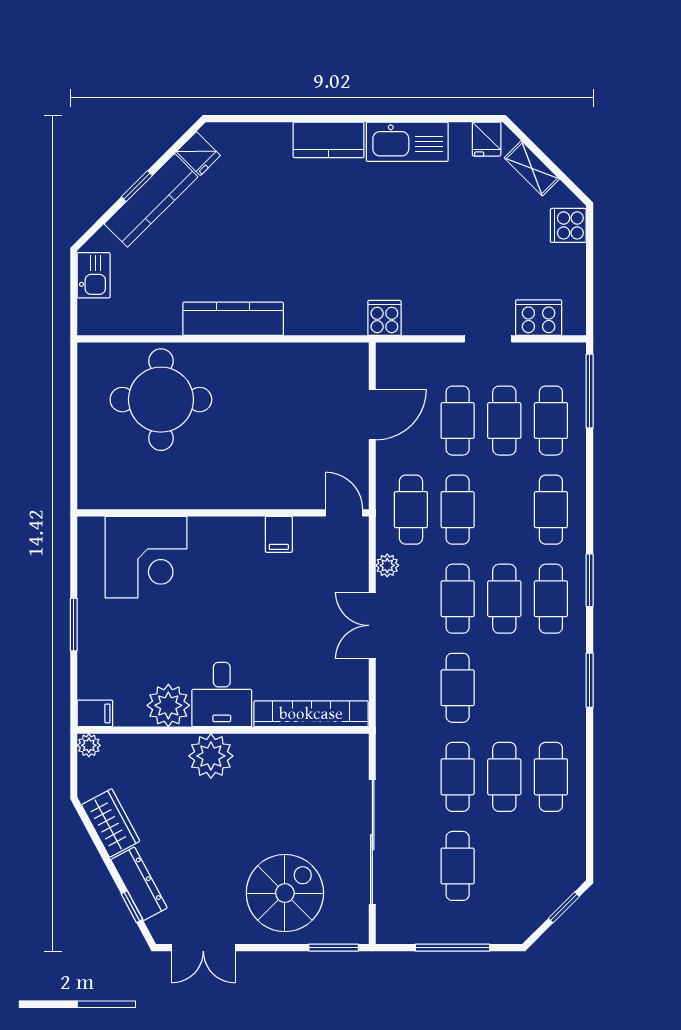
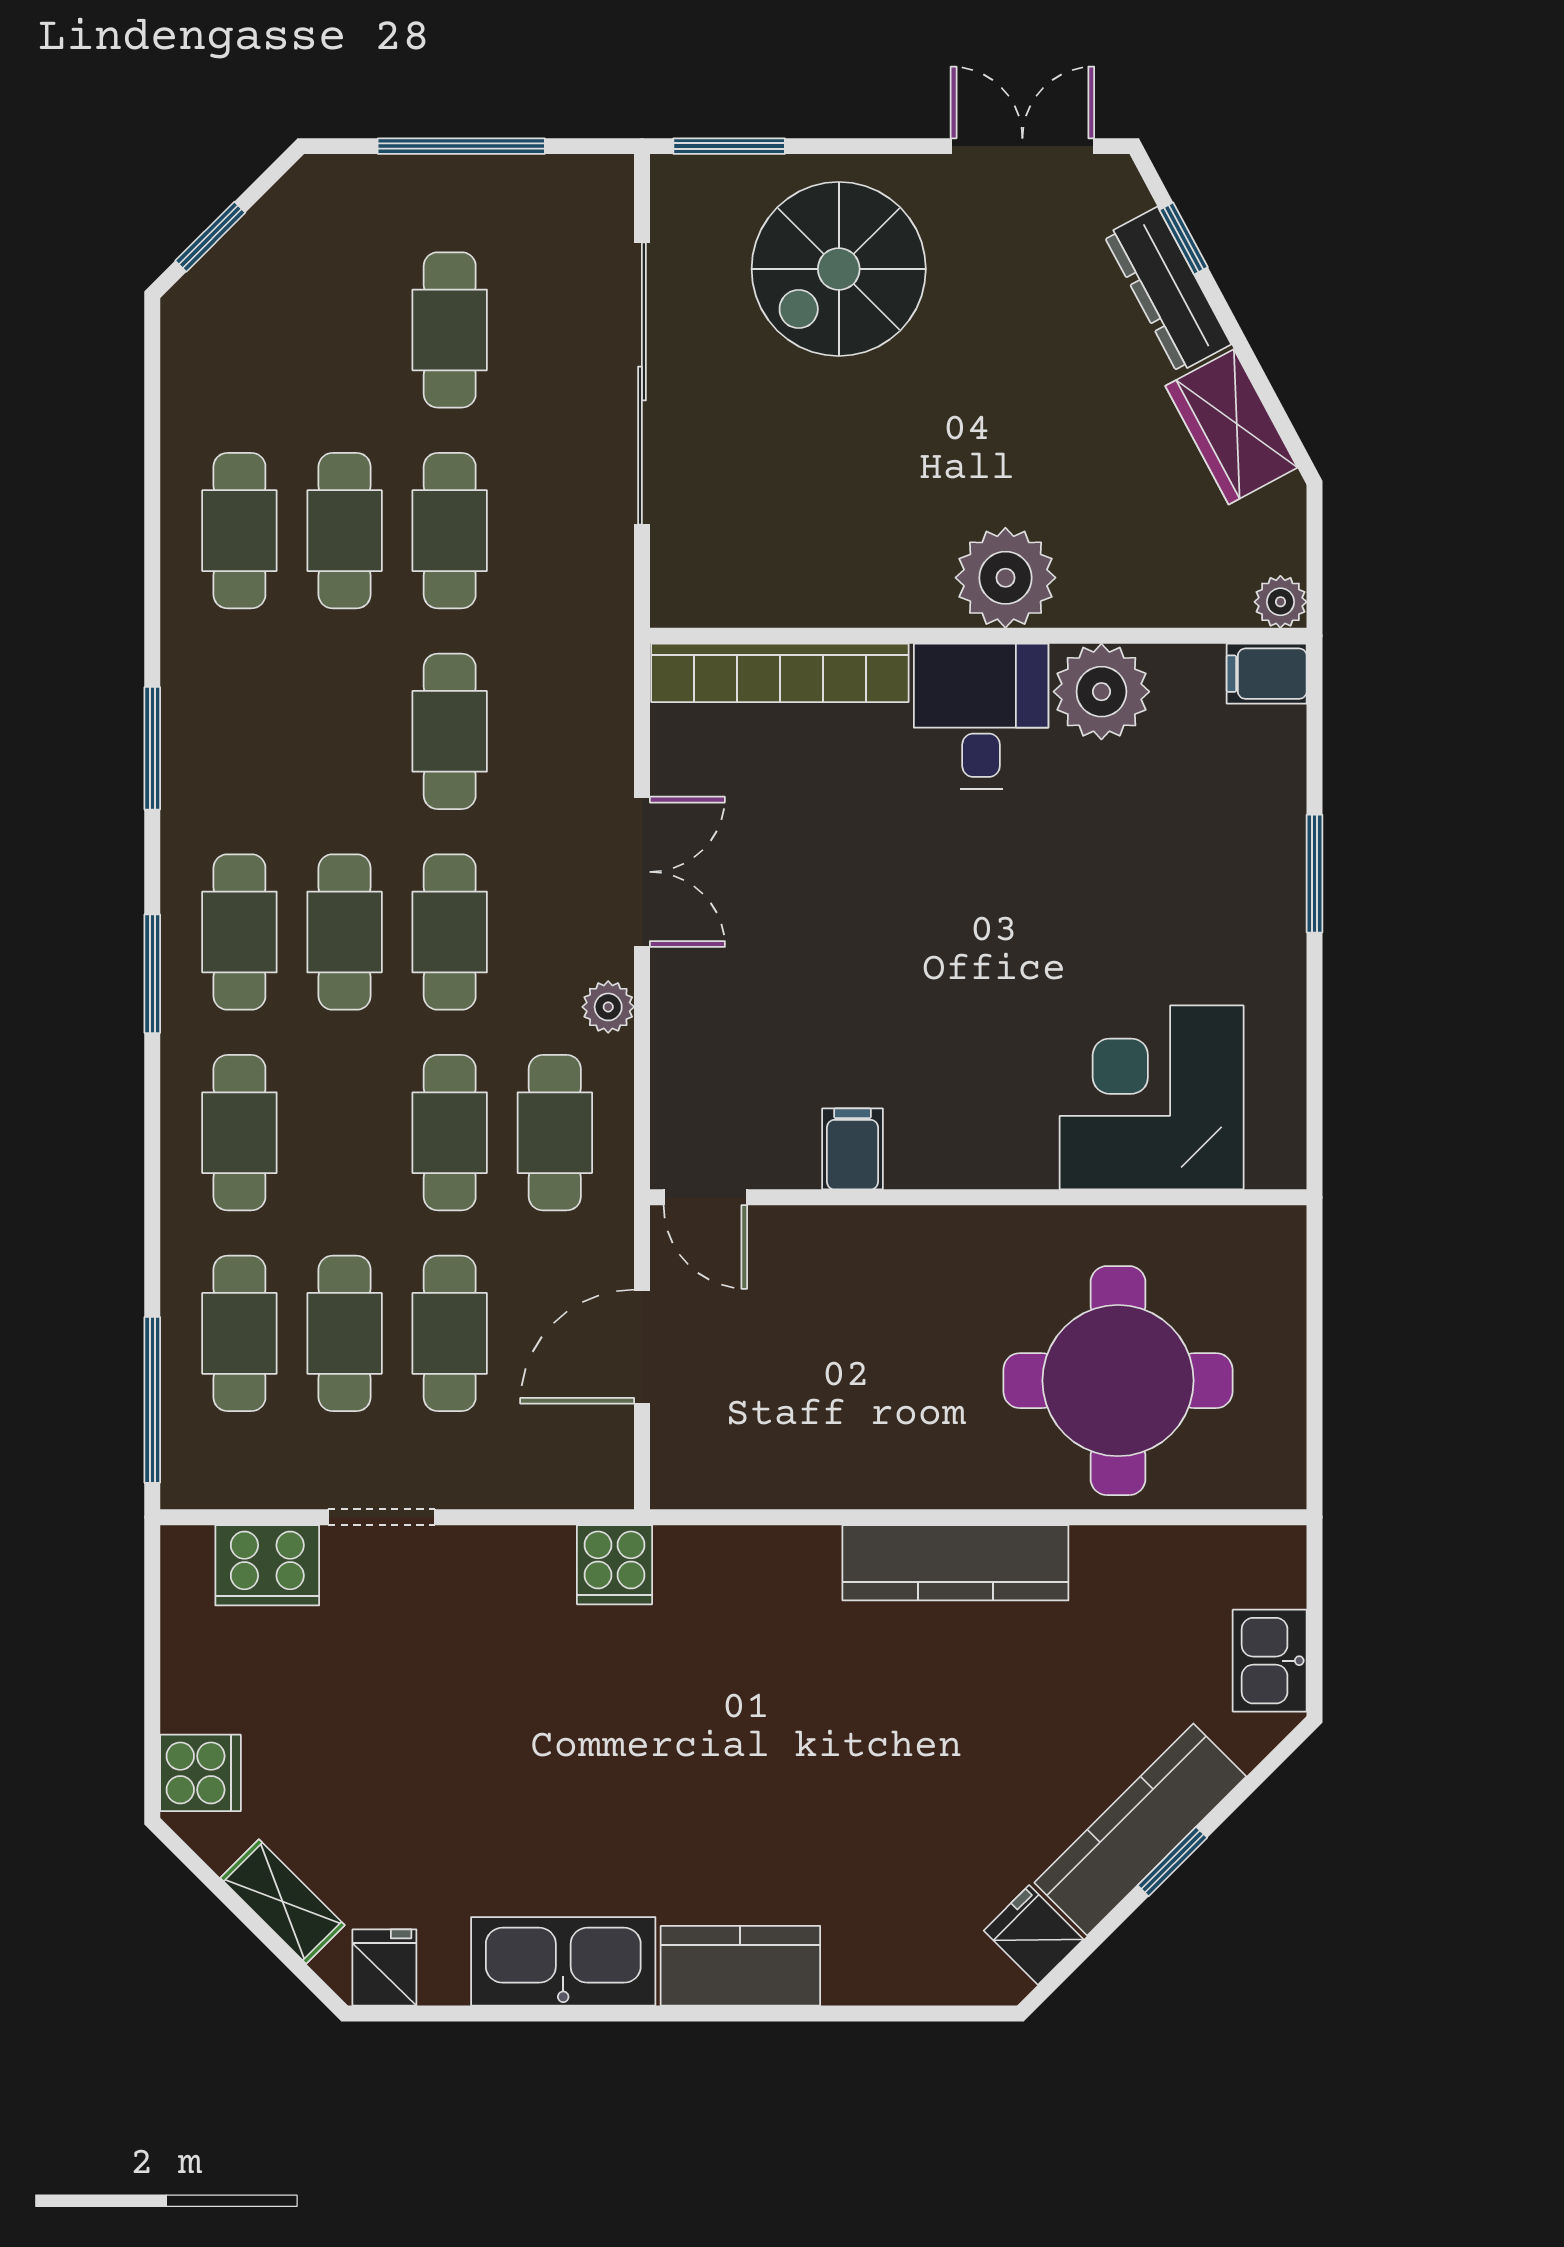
wall: (223, 513) -> (978, 1197), moved
door: (344, 513) -> (705, 1197), moved
filing cabinet: (279, 534) -> (852, 1149), moved
corner desk: (146, 557) -> (1152, 1097), moved

